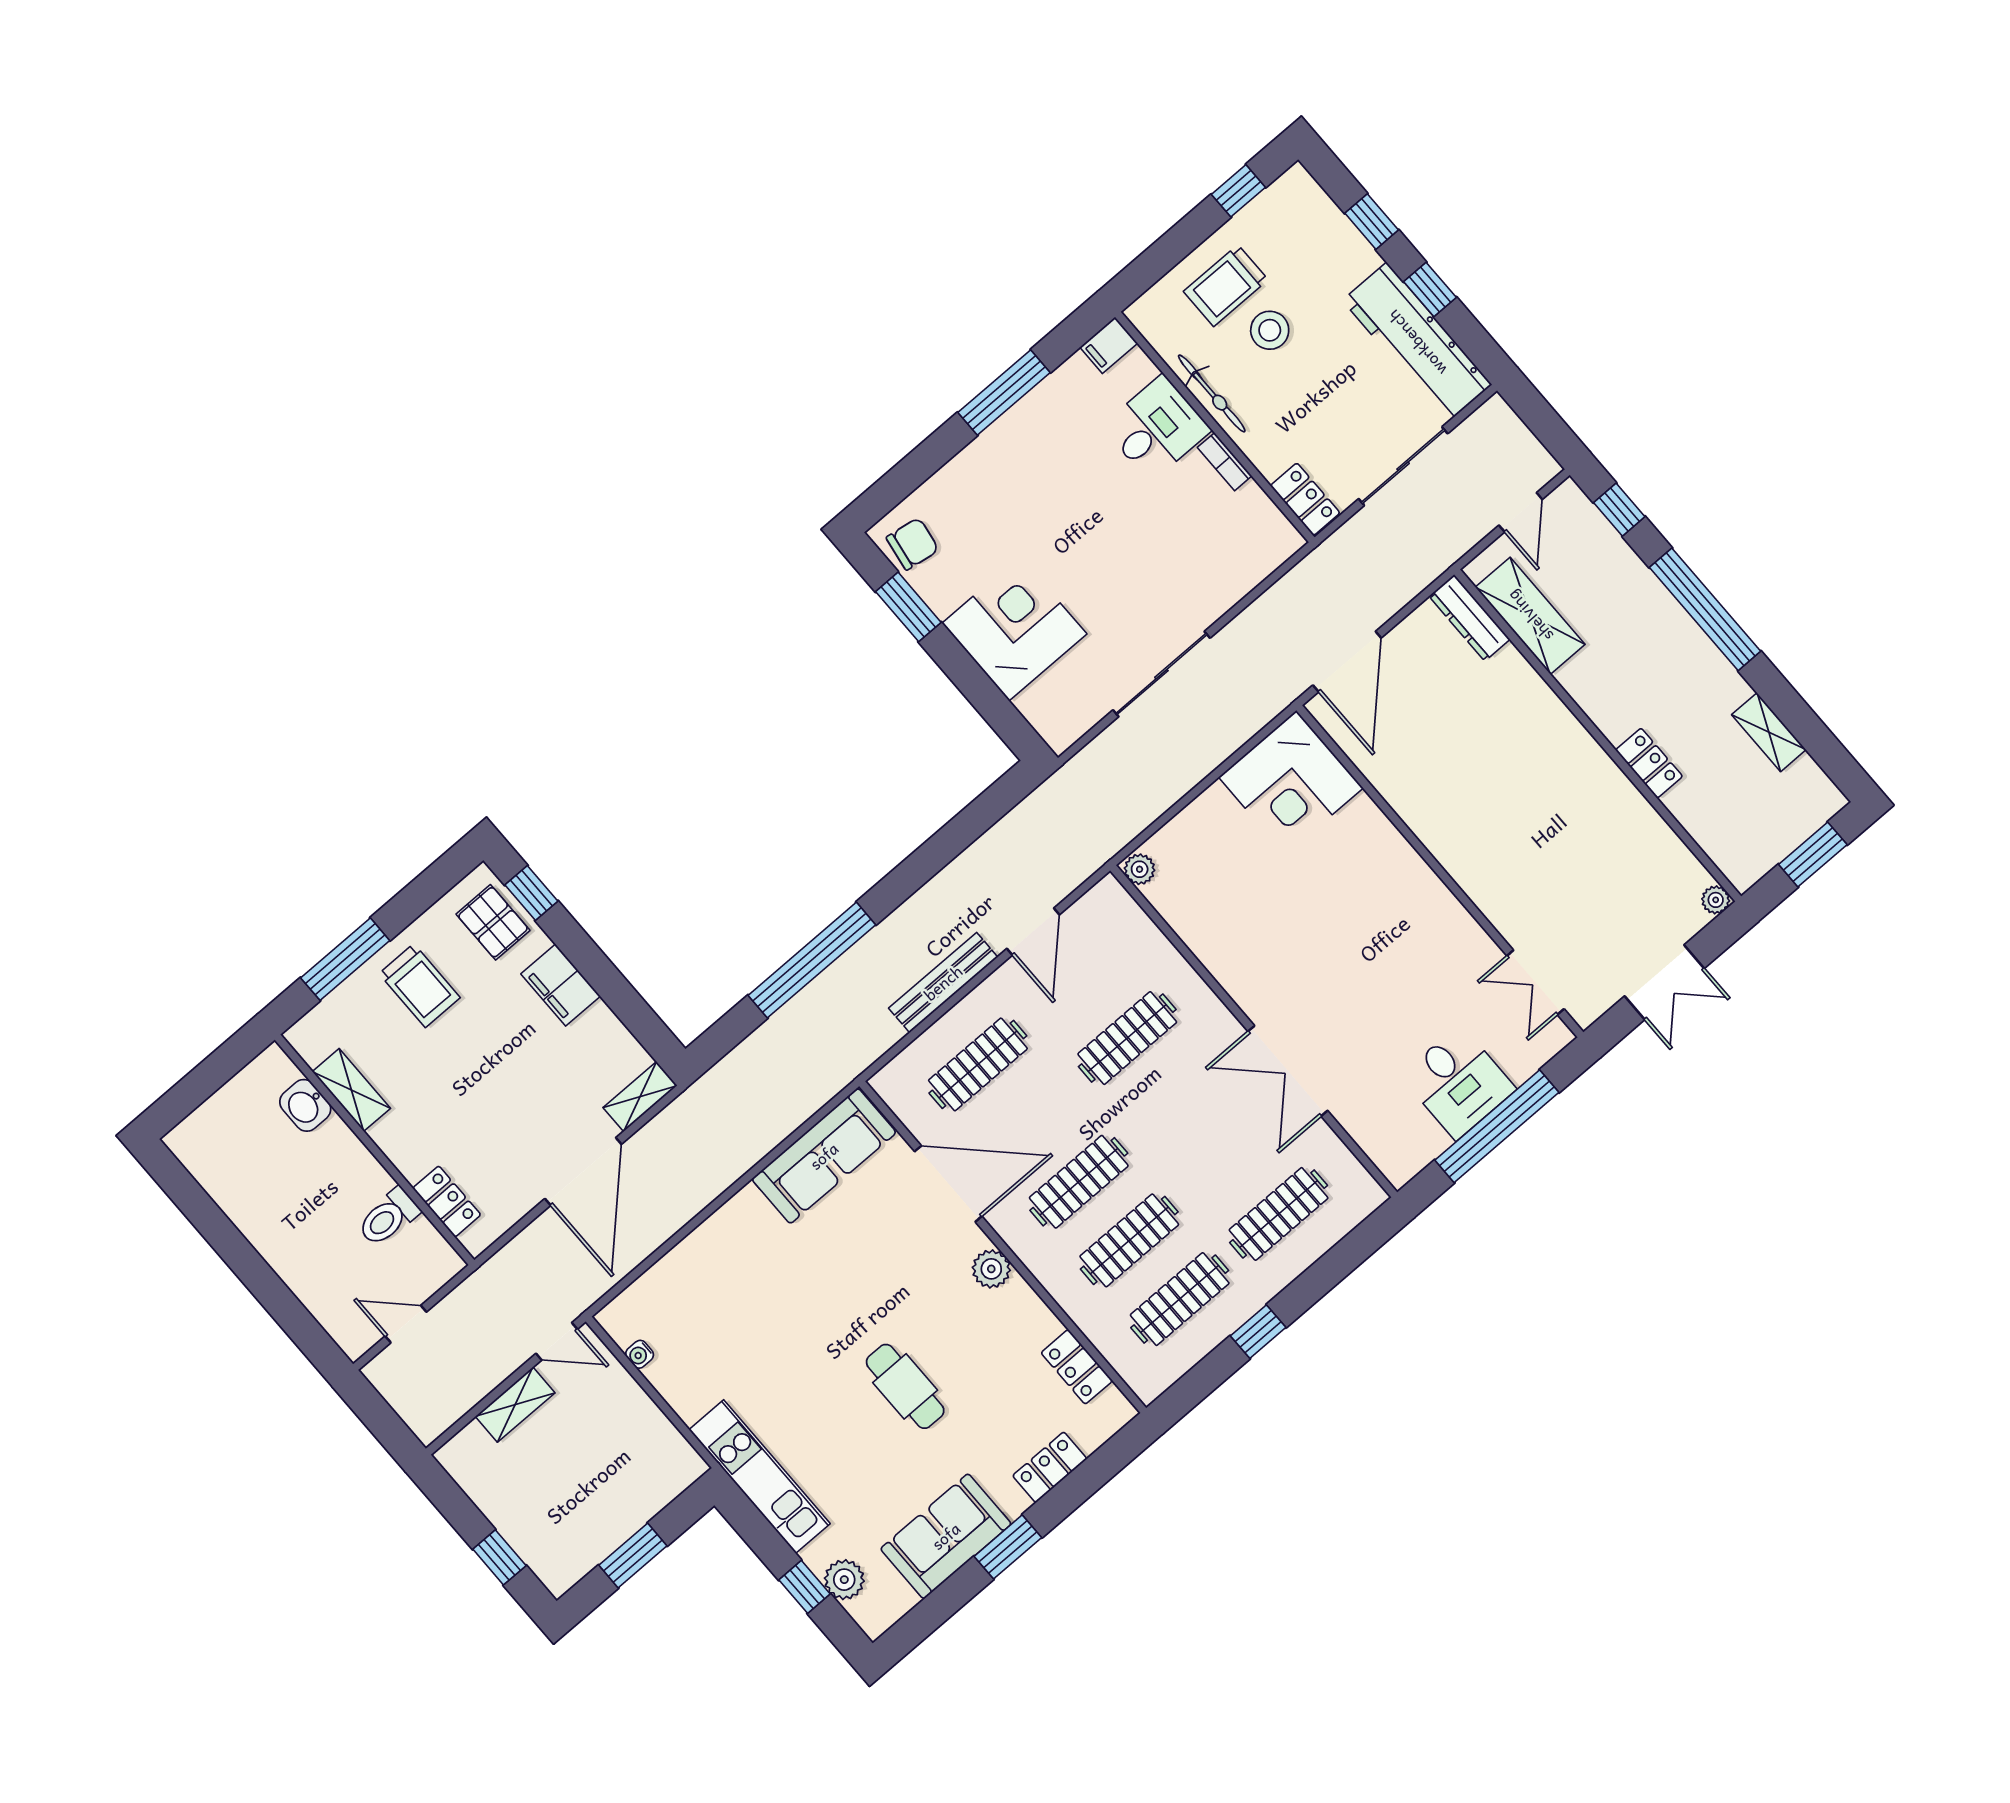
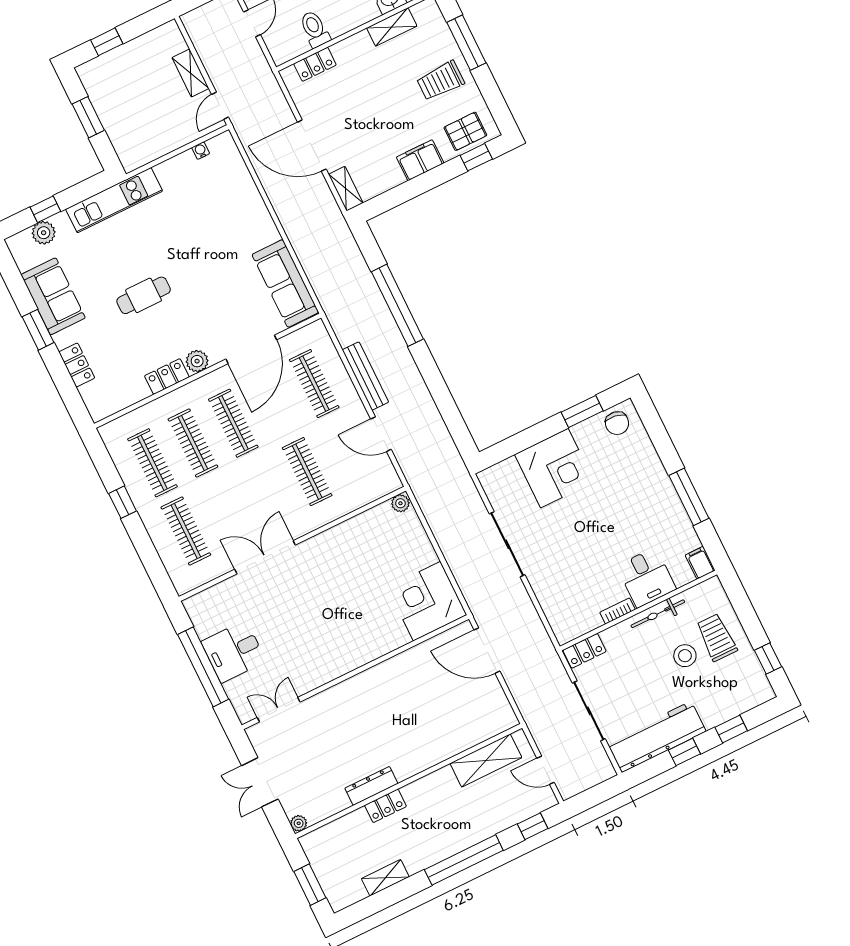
dresser: (1469, 618) -> (371, 786), moved
locker: (1077, 1367) -> (167, 377), moved

